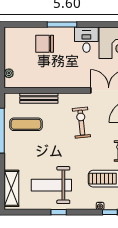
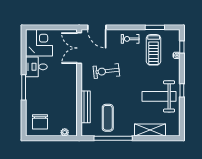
chair: (45, 44) -> (40, 122), moved
weight bench: (51, 185) -> (159, 96), turned 90
shelving: (11, 188) -> (150, 130), moved

